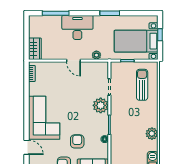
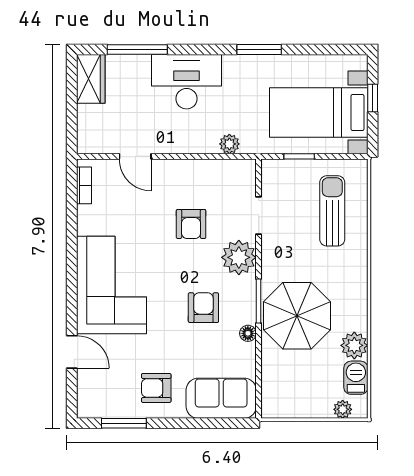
wardrobe: (35, 49) -> (91, 79), moved
door: (73, 61) -> (135, 156), moved
armchair: (79, 91) -> (191, 224), added
parasol: (126, 131) -> (297, 316), added
plant: (152, 134) -> (354, 345), moved
armchair: (77, 141) -> (203, 308), moved

